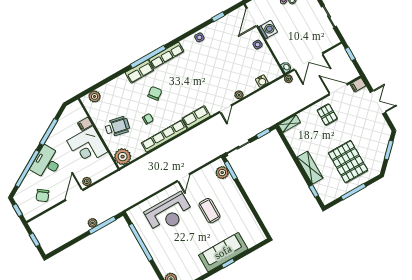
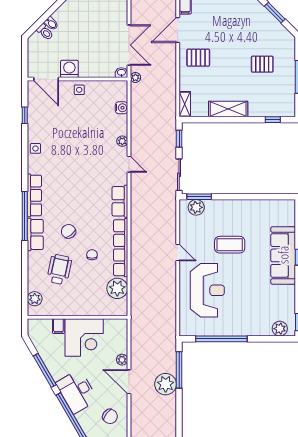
wheelchair: (117, 127) -> (59, 269), moved
plant: (123, 157) -> (117, 288), moved
pallet: (348, 162) -> (262, 64), width x0.49, depth x0.50
shelving: (310, 168) -> (228, 109), moved
plant: (93, 223) -> (166, 384), width x1.87, depth x1.87

